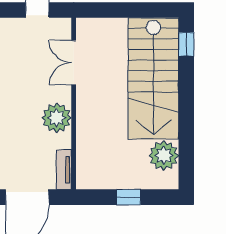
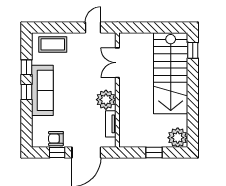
plant: (164, 156) -> (178, 138), moved
tv unit: (64, 170) -> (111, 124), moved

